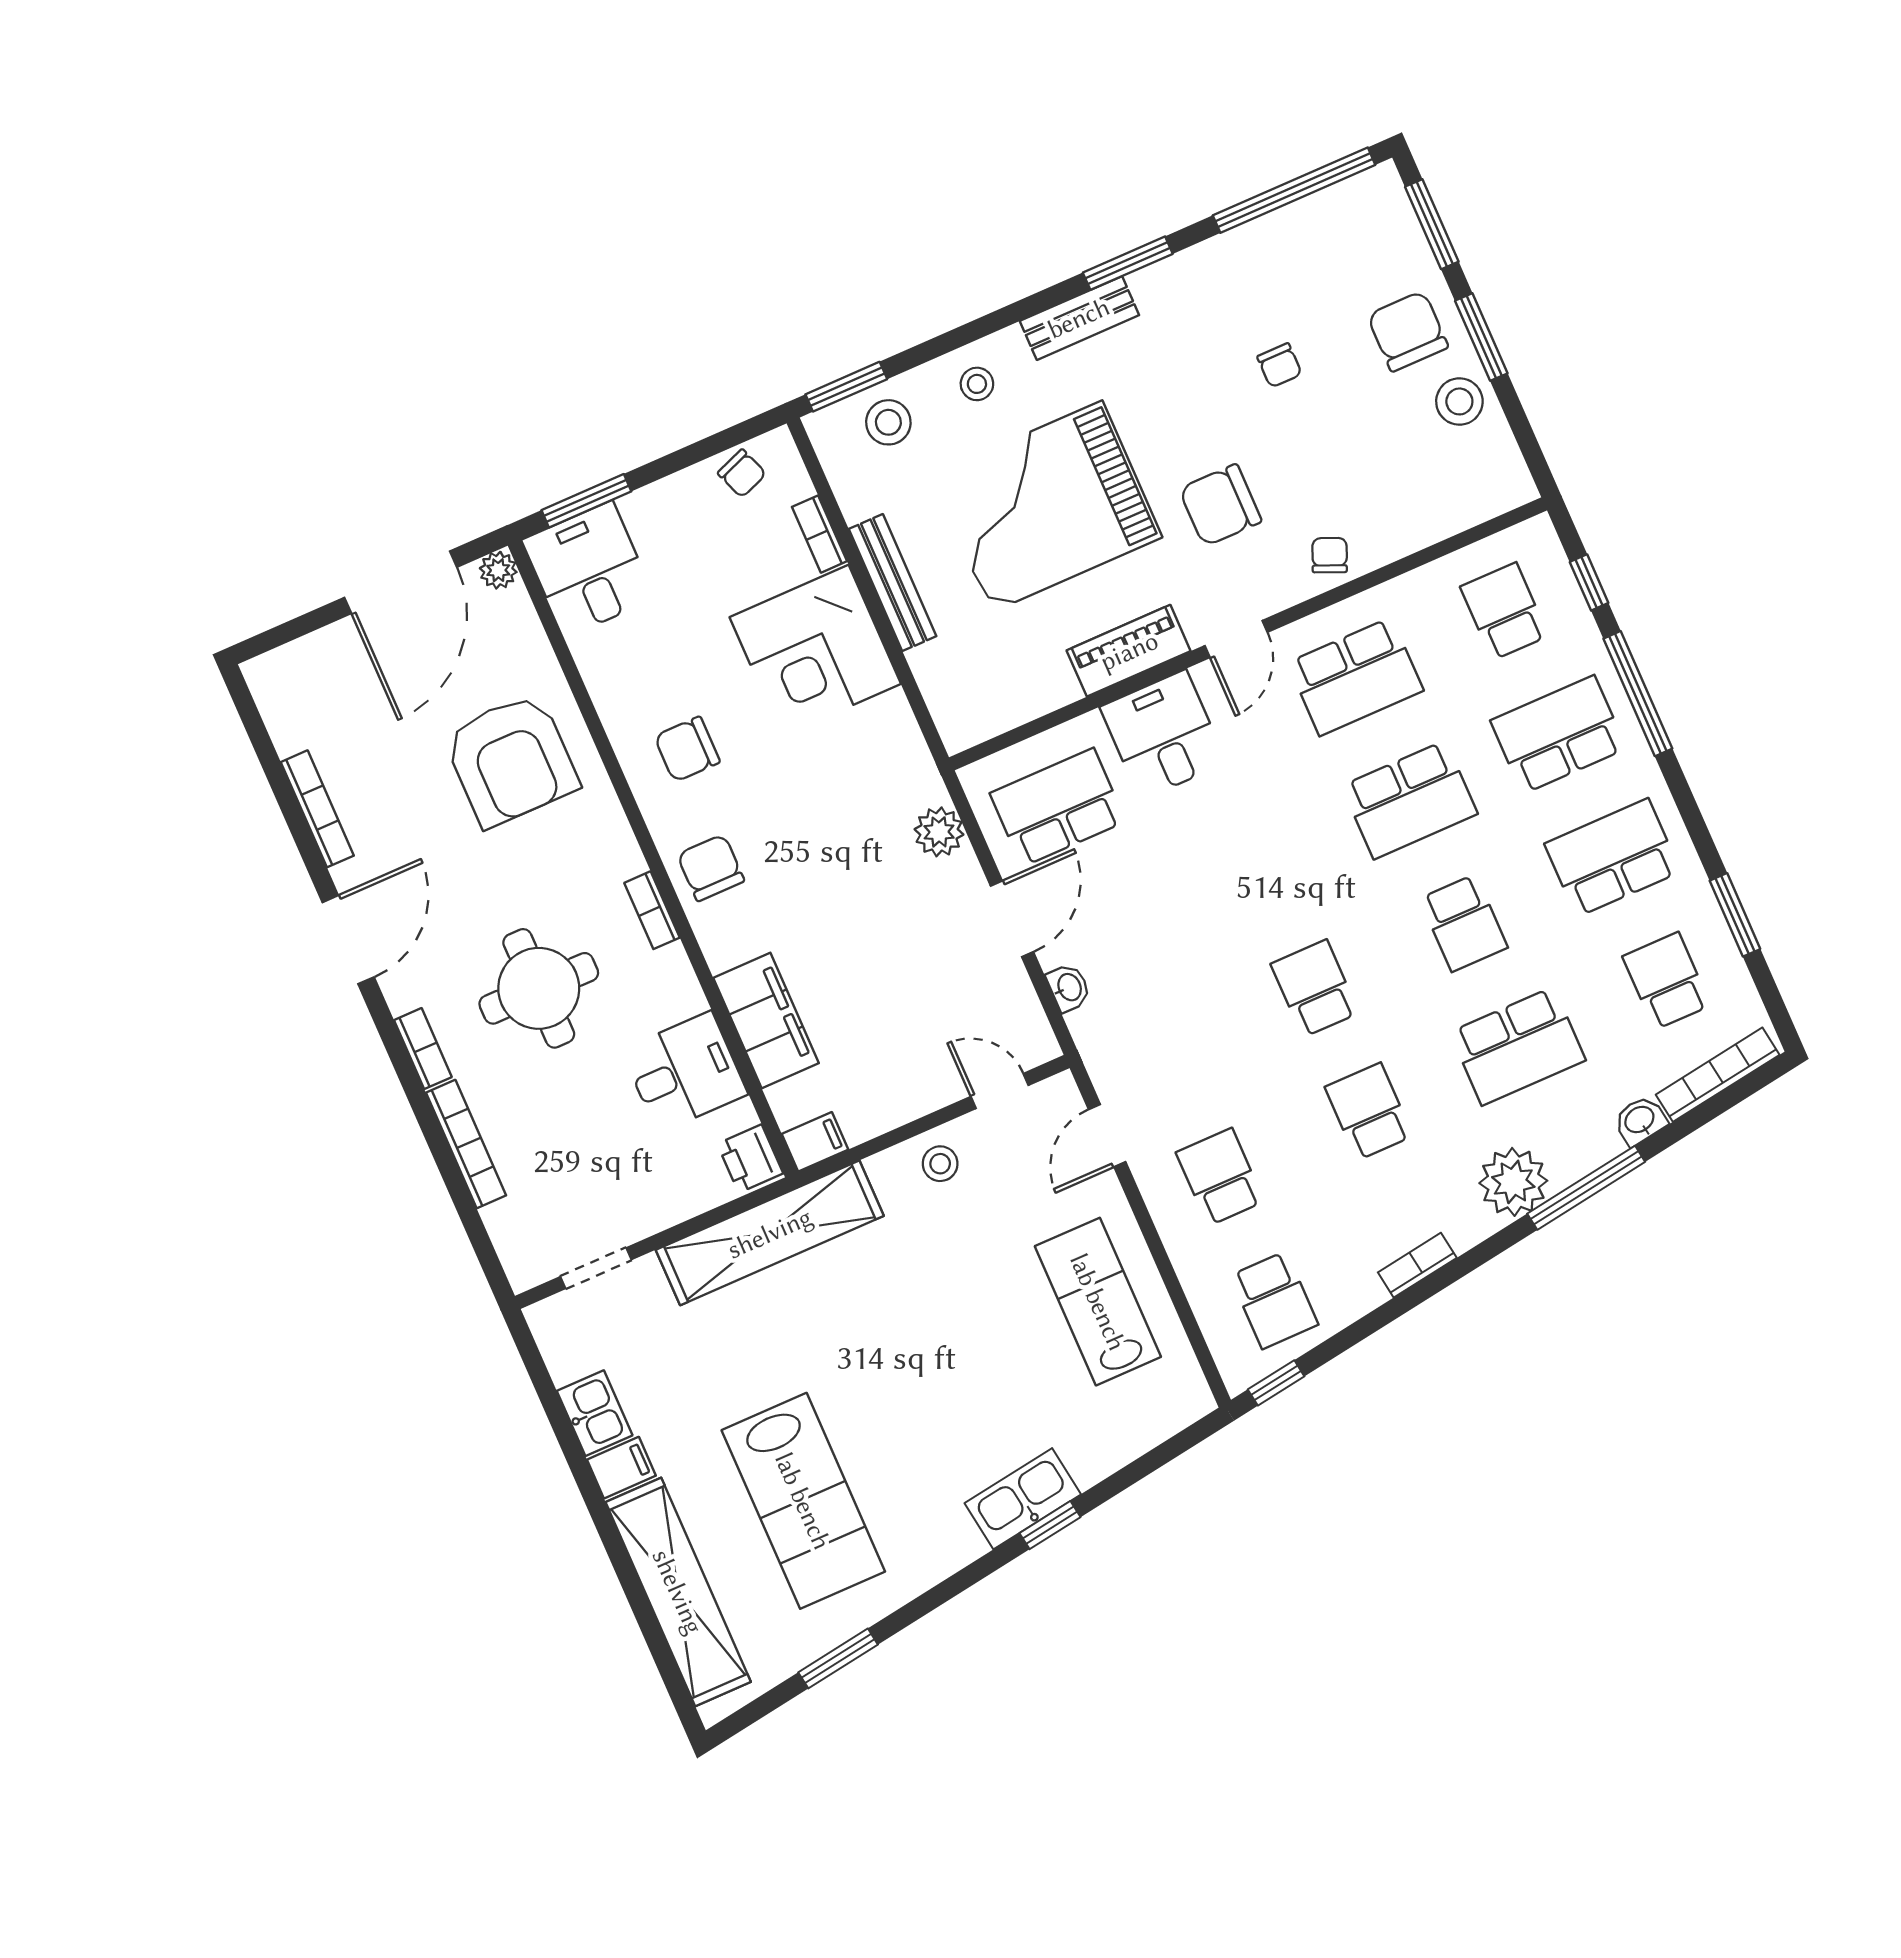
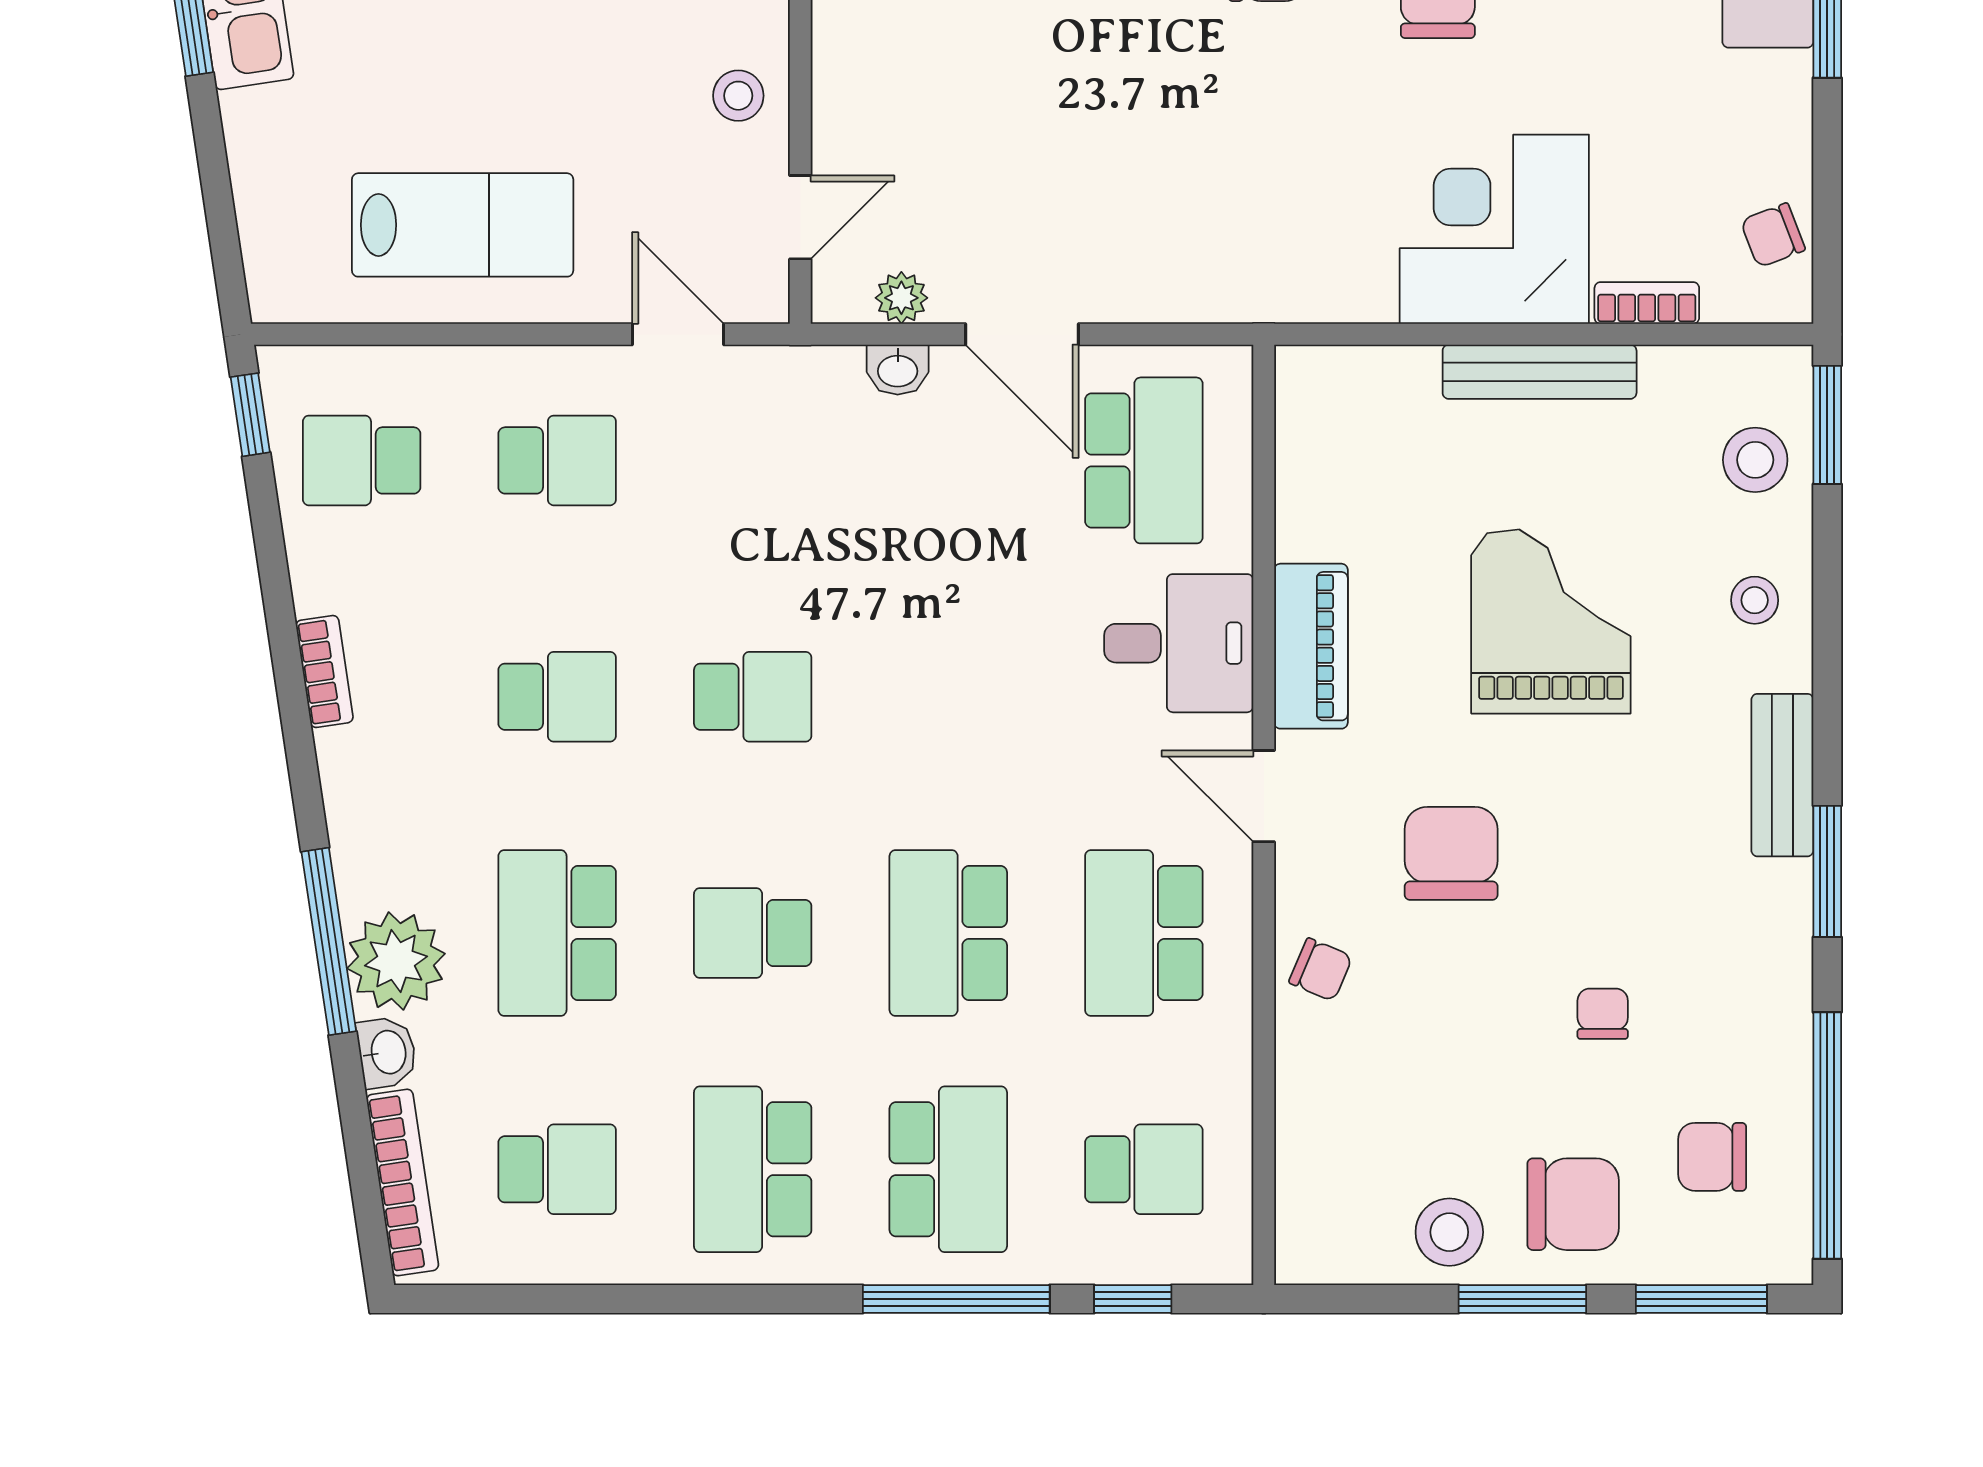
chair: (1339, 257) -> (1712, 1157), added
chair: (1279, 365) -> (1603, 1014), turned 90
grand piano: (1047, 506) -> (1551, 622), width x0.73, depth x0.68
plant: (939, 832) -> (901, 298), moved, width x0.73, depth x0.73
school desk: (1612, 858) -> (753, 1169), turned 180
window: (1735, 915) -> (605, 1299), removed
plant: (1513, 1182) -> (396, 961), moved

